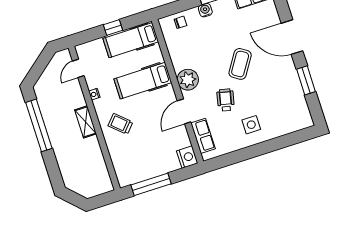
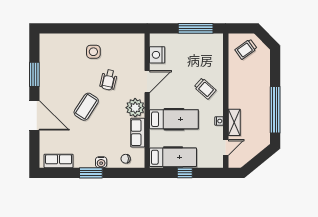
shelving: (86, 122) -> (234, 122), moved
row of seats: (203, 136) -> (138, 133), moved
nightstand: (187, 157) -> (157, 55), moved
trolley: (90, 180) -> (246, 49), added

